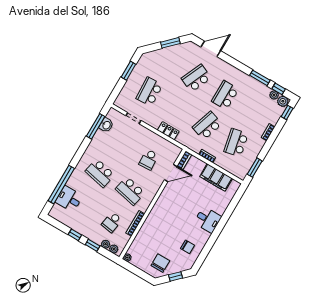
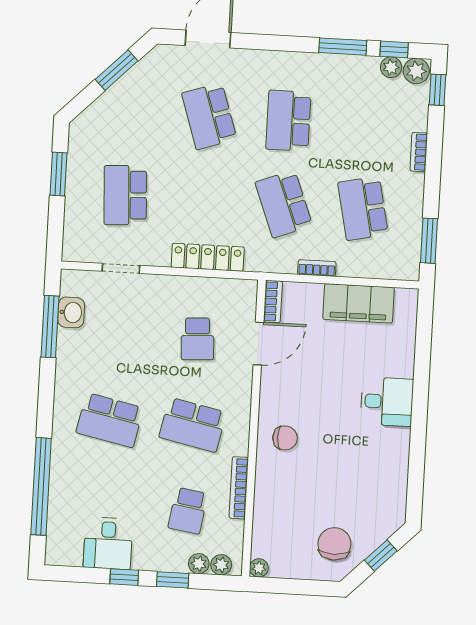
school desk: (196, 78) -> (209, 116), turned -42
school desk: (207, 126) -> (284, 204), turned -39
locker: (168, 131) -> (208, 257), width x1.53
desk: (69, 199) -> (108, 543), moved, turned -90
chair: (188, 247) -> (285, 438), moved

